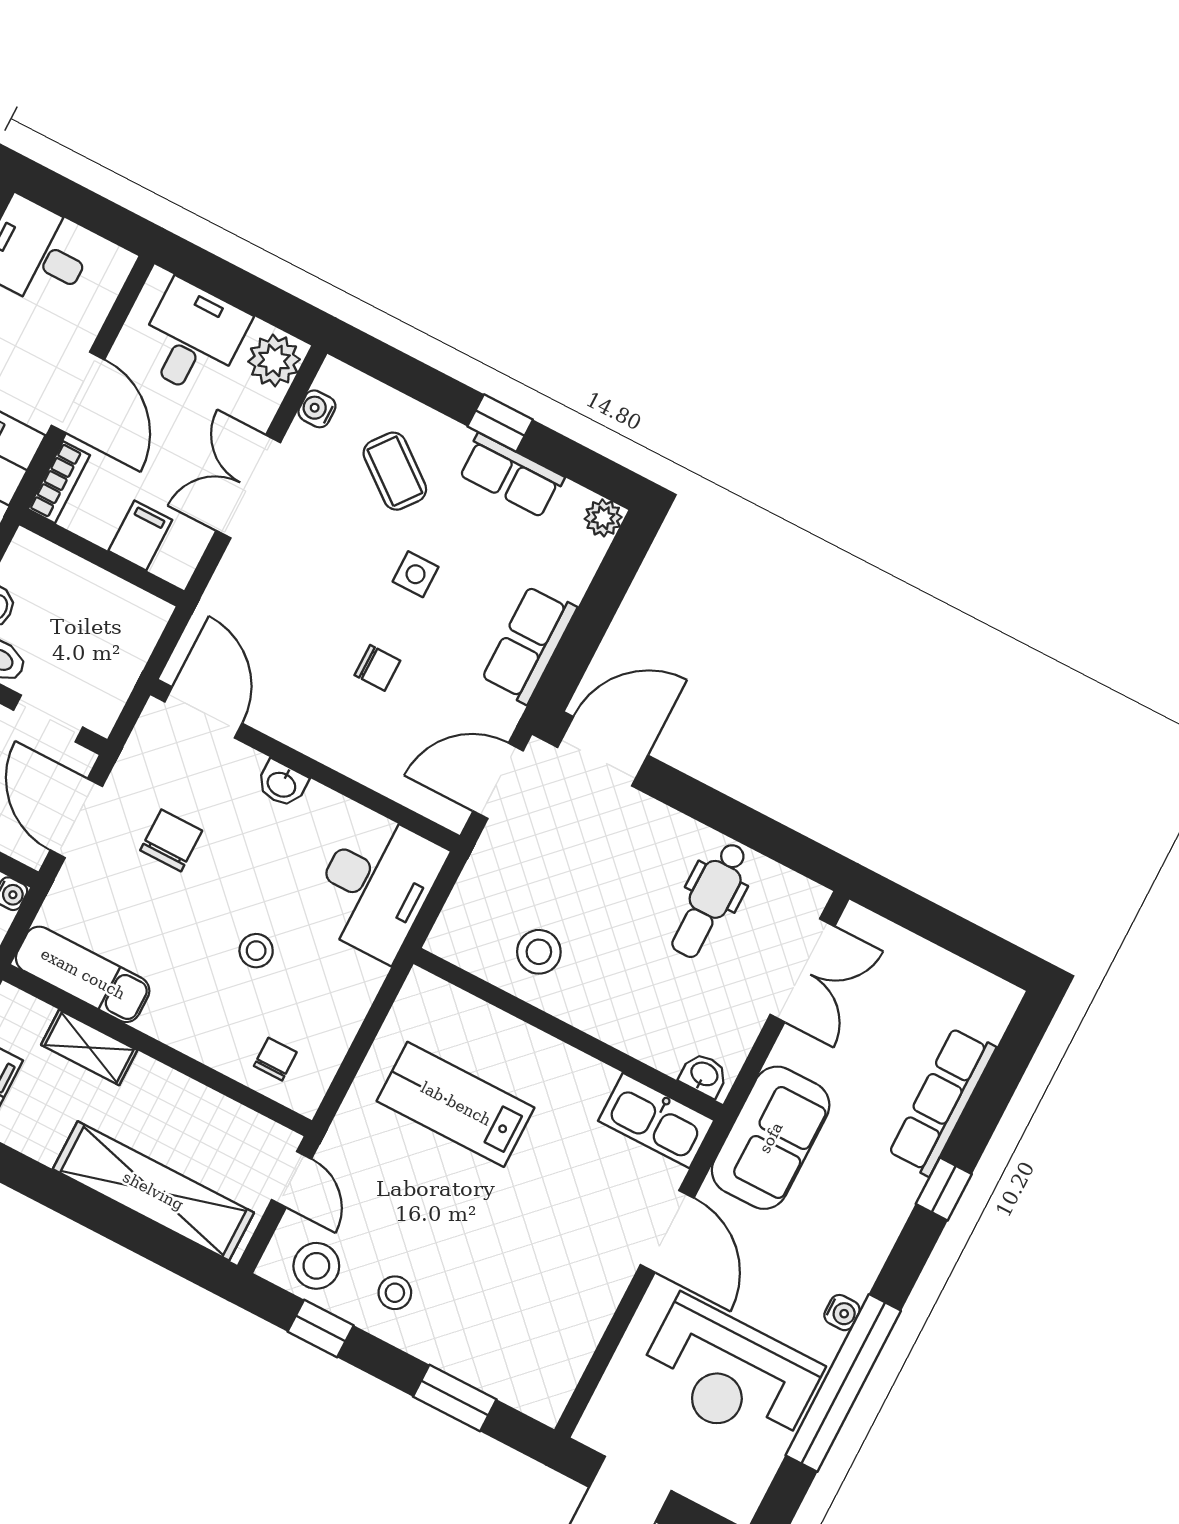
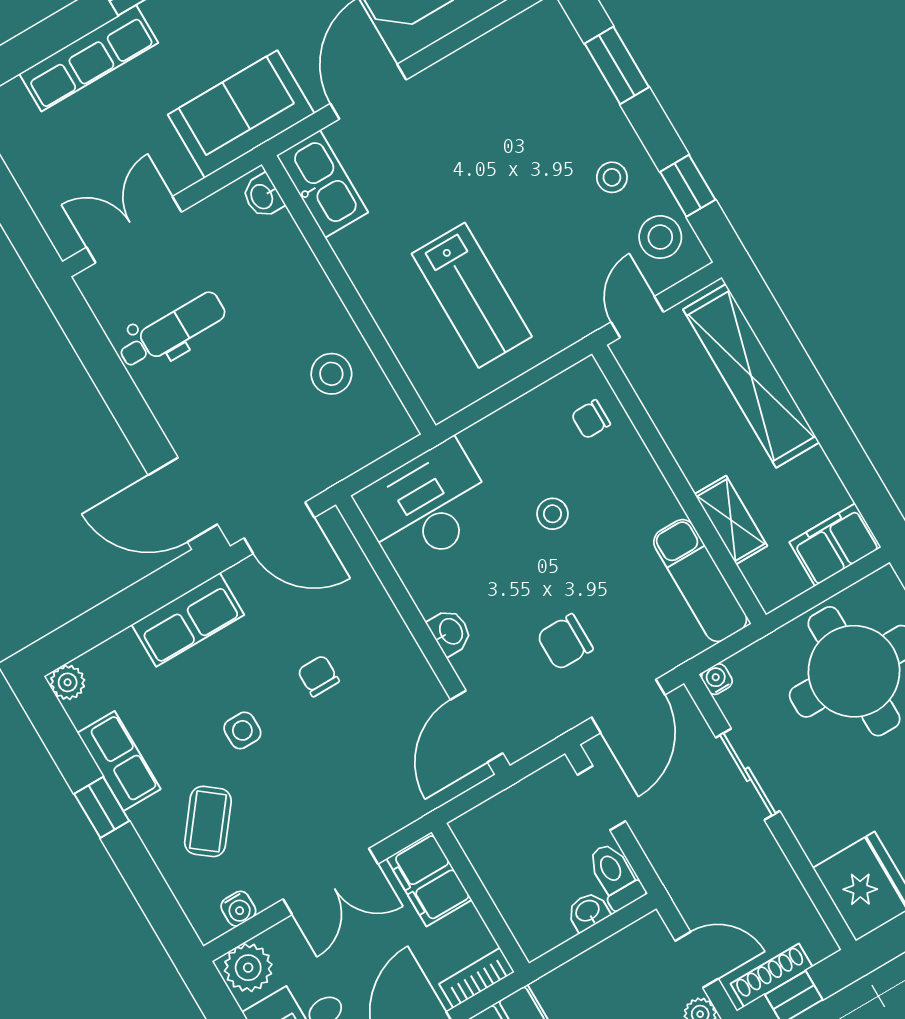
filing cabinet: (140, 535) -> (429, 879), width x2.00

